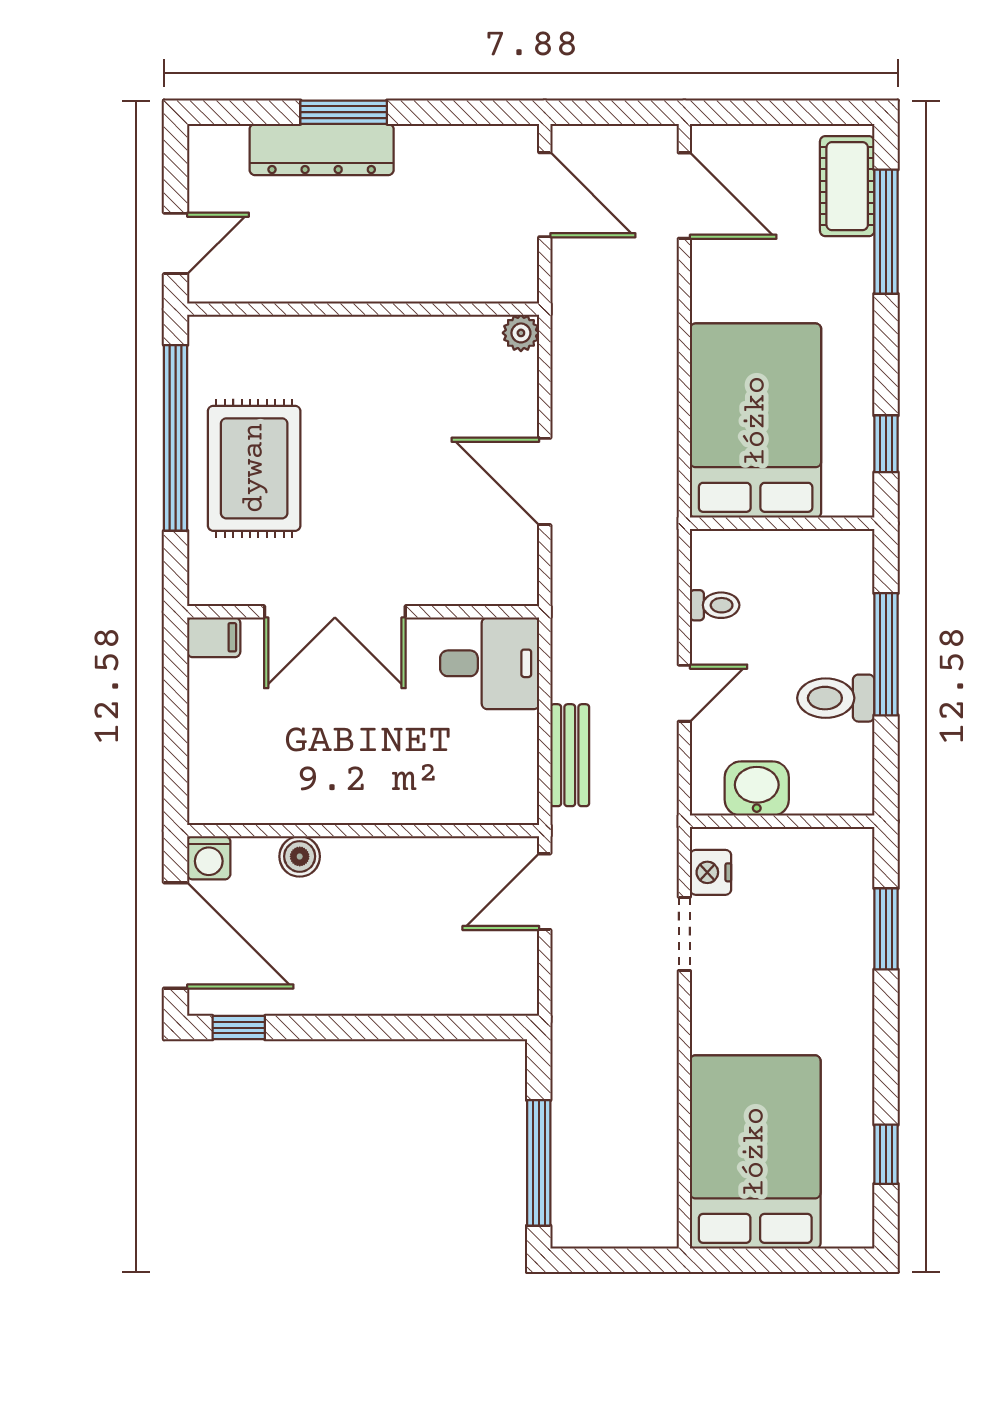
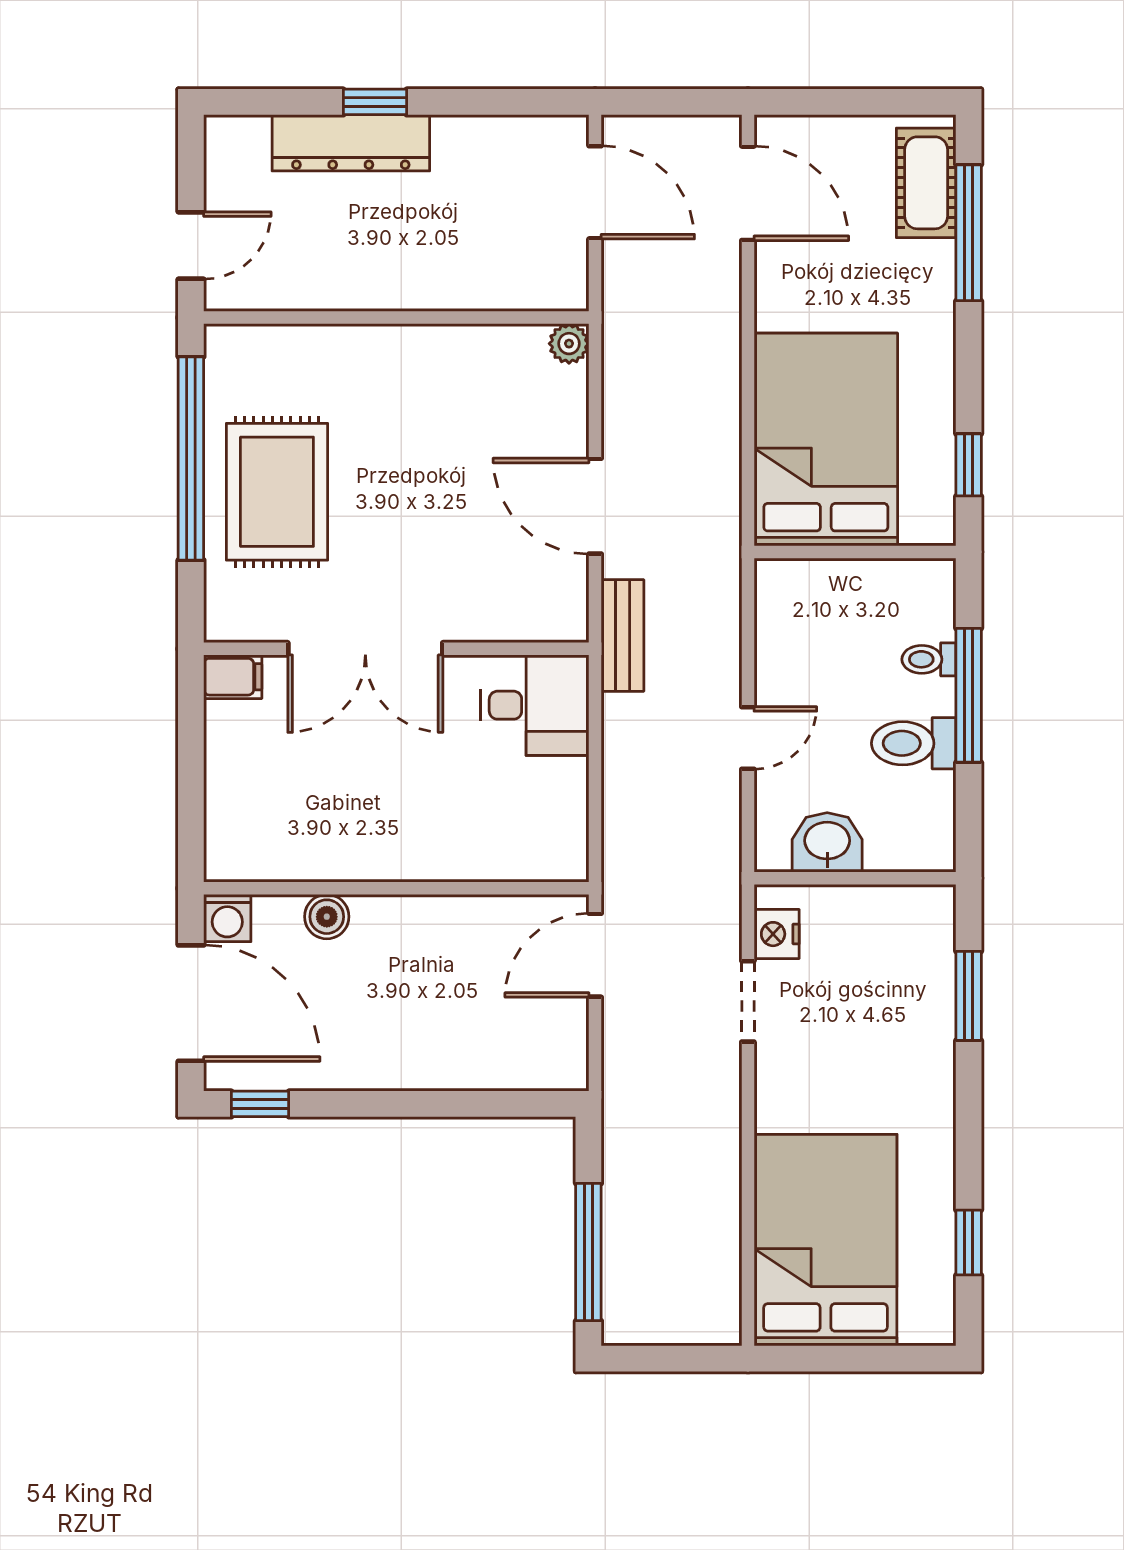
window: (344, 112) -> (375, 102), width x0.67
toilet: (715, 605) -> (929, 659), moved, turned 180
bench: (570, 755) -> (622, 636), moved

